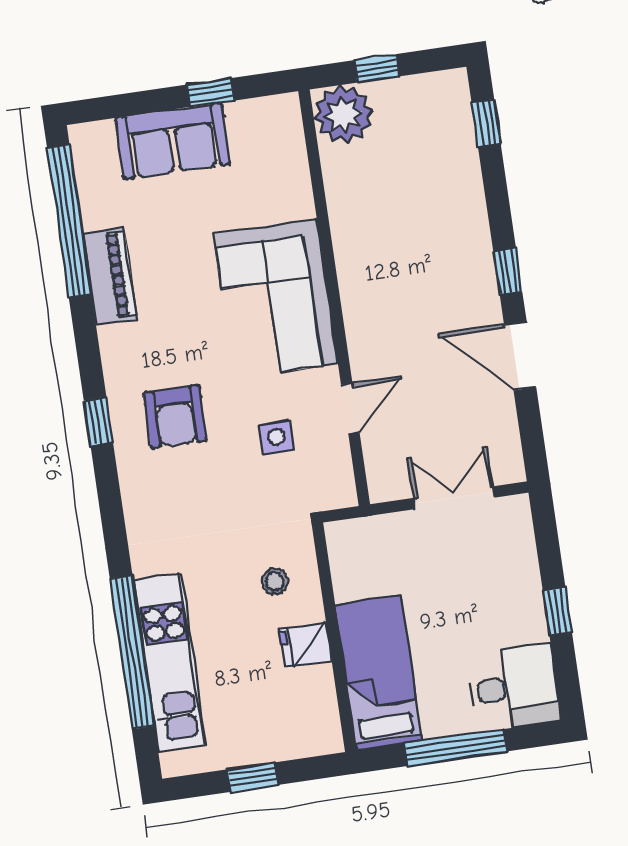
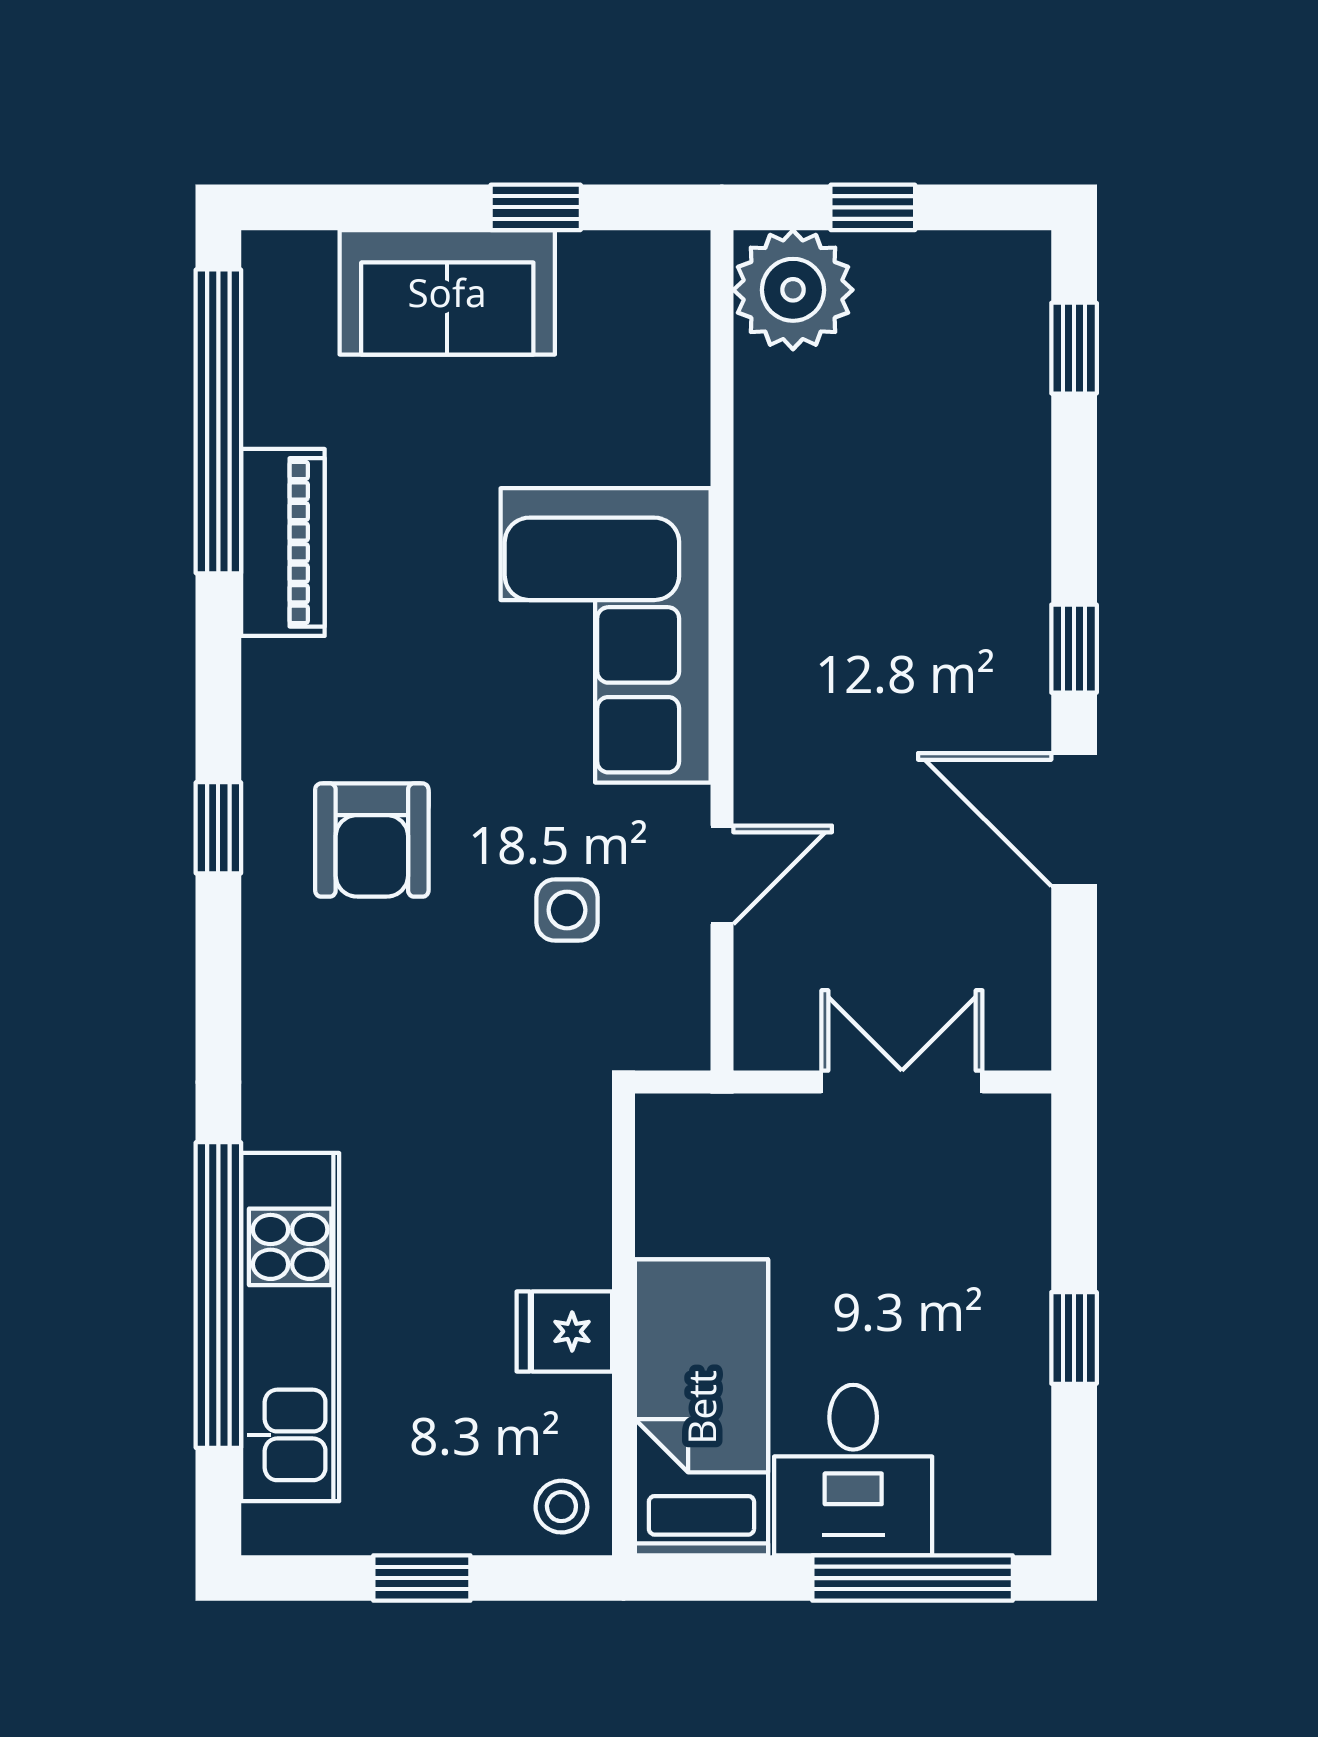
stool: (275, 582) -> (561, 1507), moved
desk: (514, 688) -> (853, 1470), moved, turned 90
window: (456, 747) -> (913, 1578), moved

